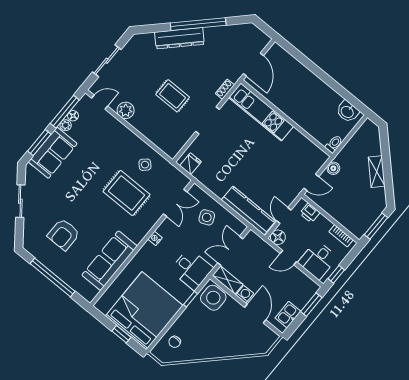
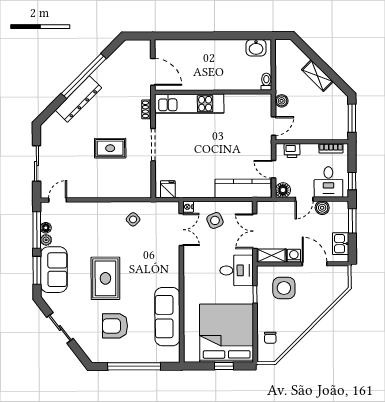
plant: (126, 110) -> (83, 190), removed
rug: (126, 193) -> (105, 278), moved, turned 90
armchair: (64, 234) -> (115, 326), turned 90
nightstand: (155, 238) -> (188, 207), moved
boiler: (297, 276) -> (322, 208), added
side table: (213, 298) -> (284, 288), moved

